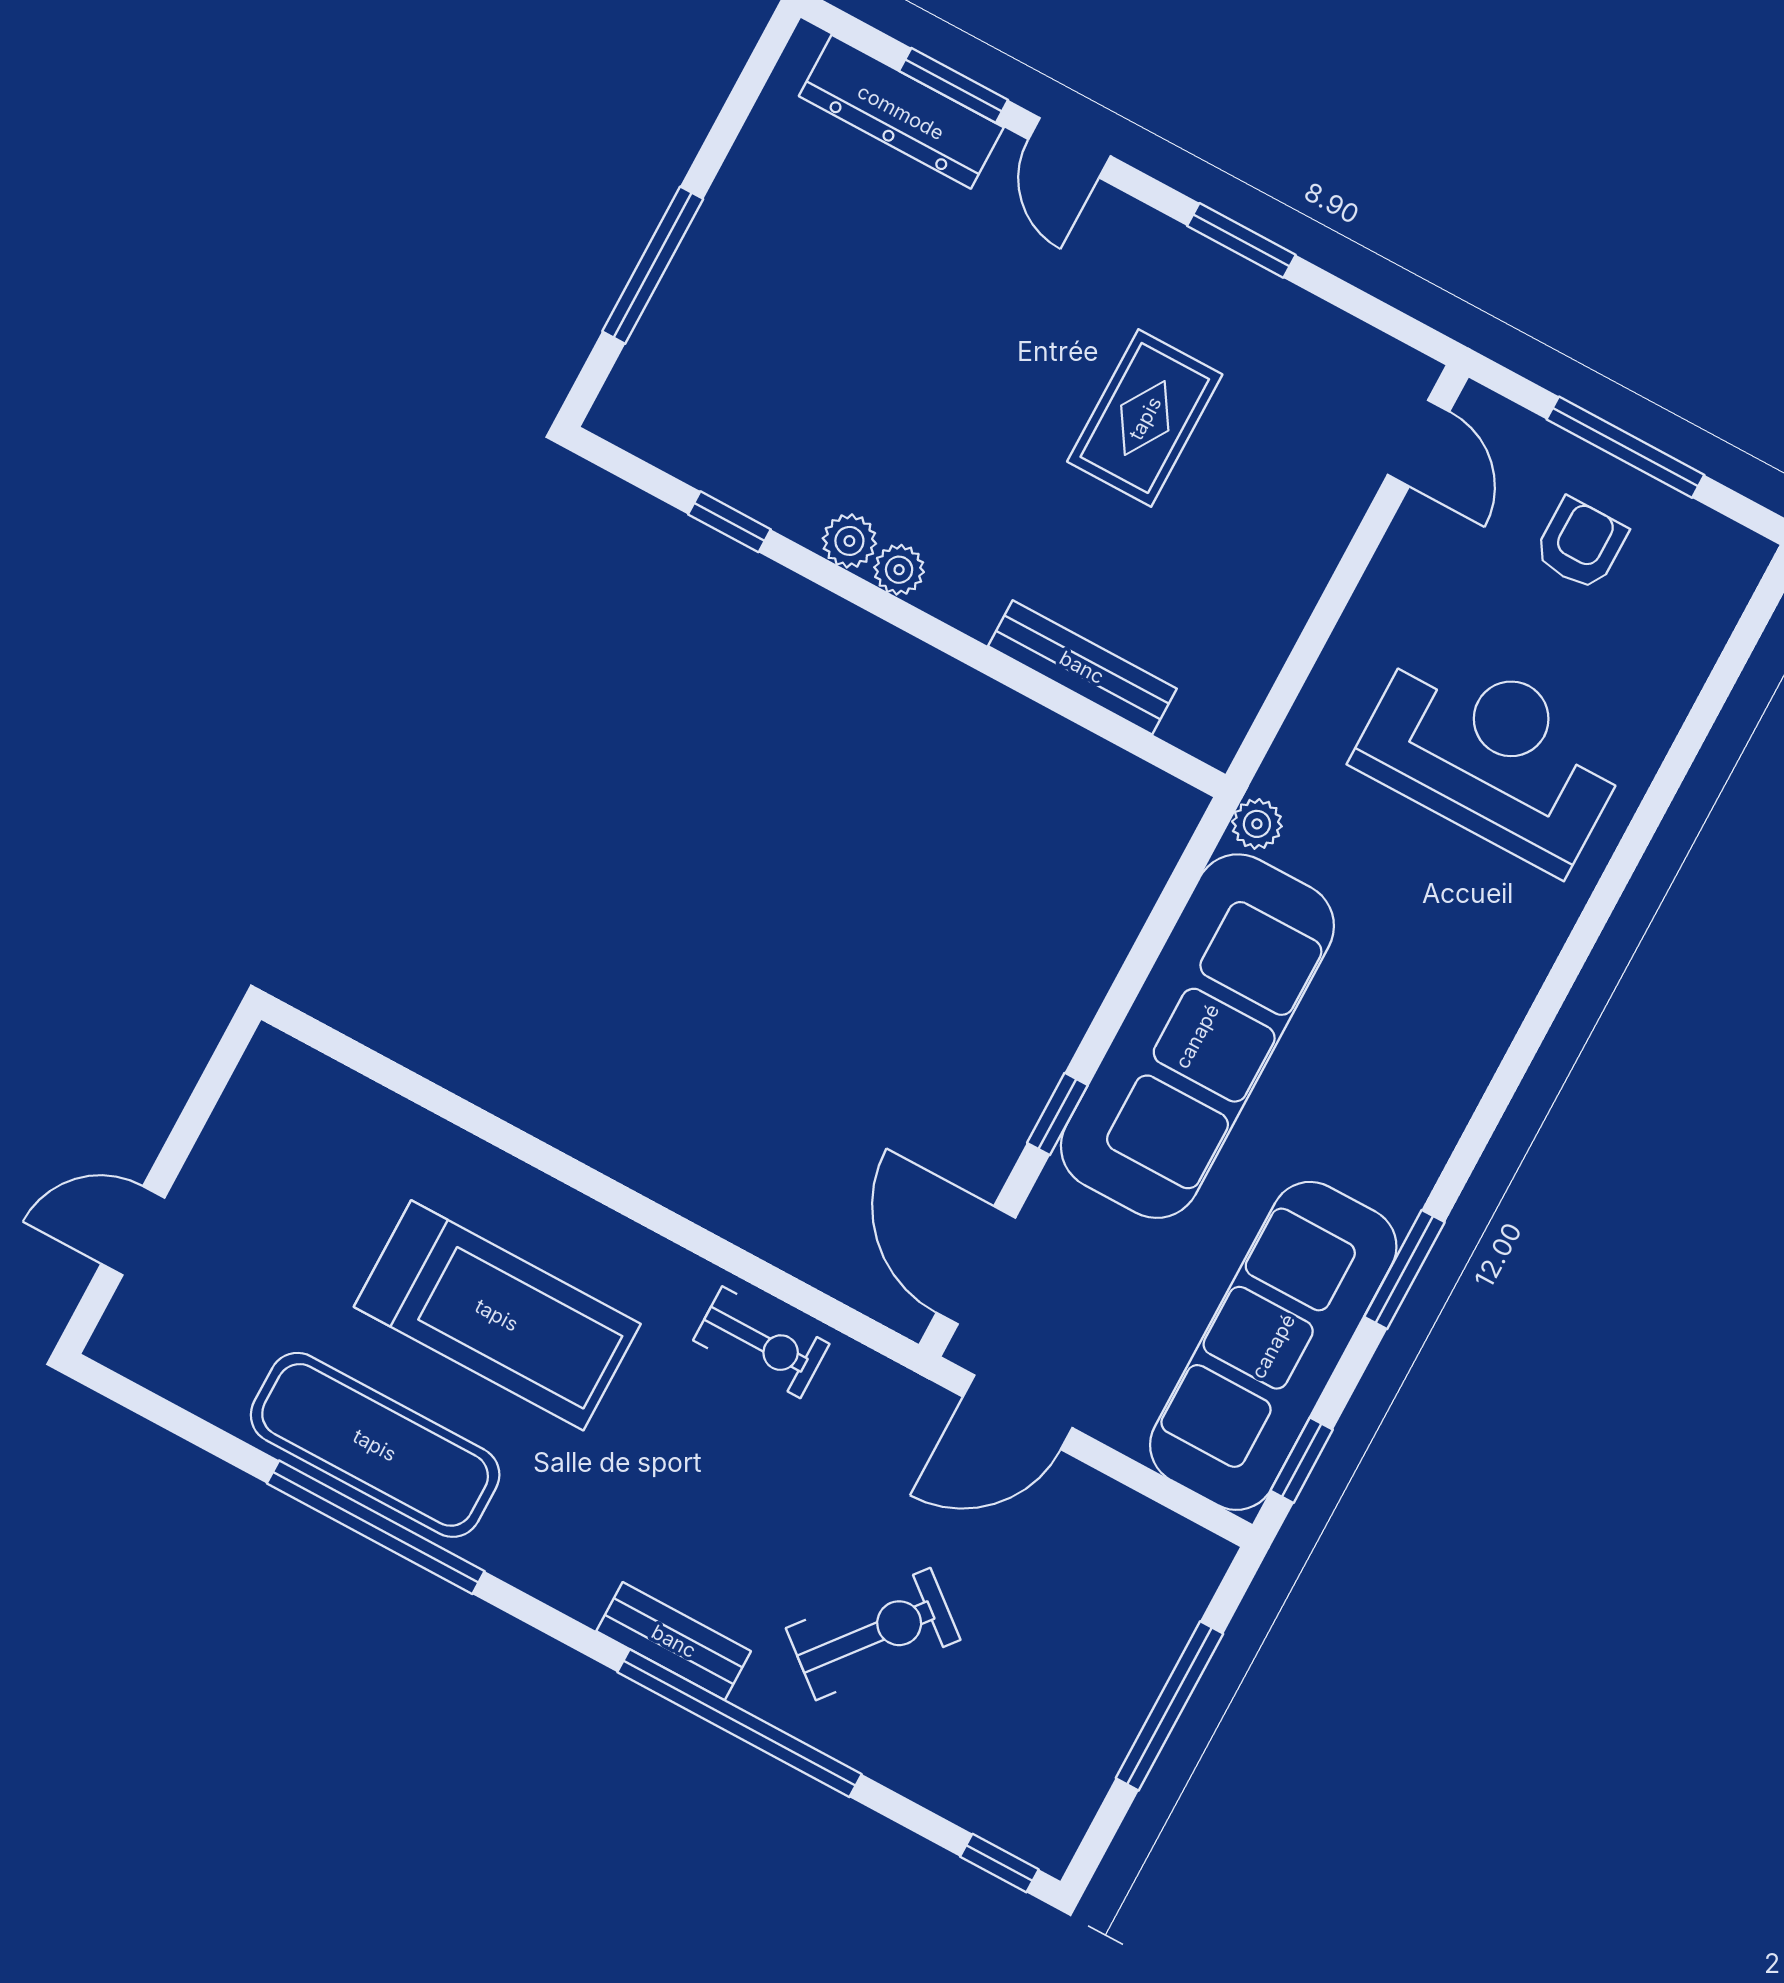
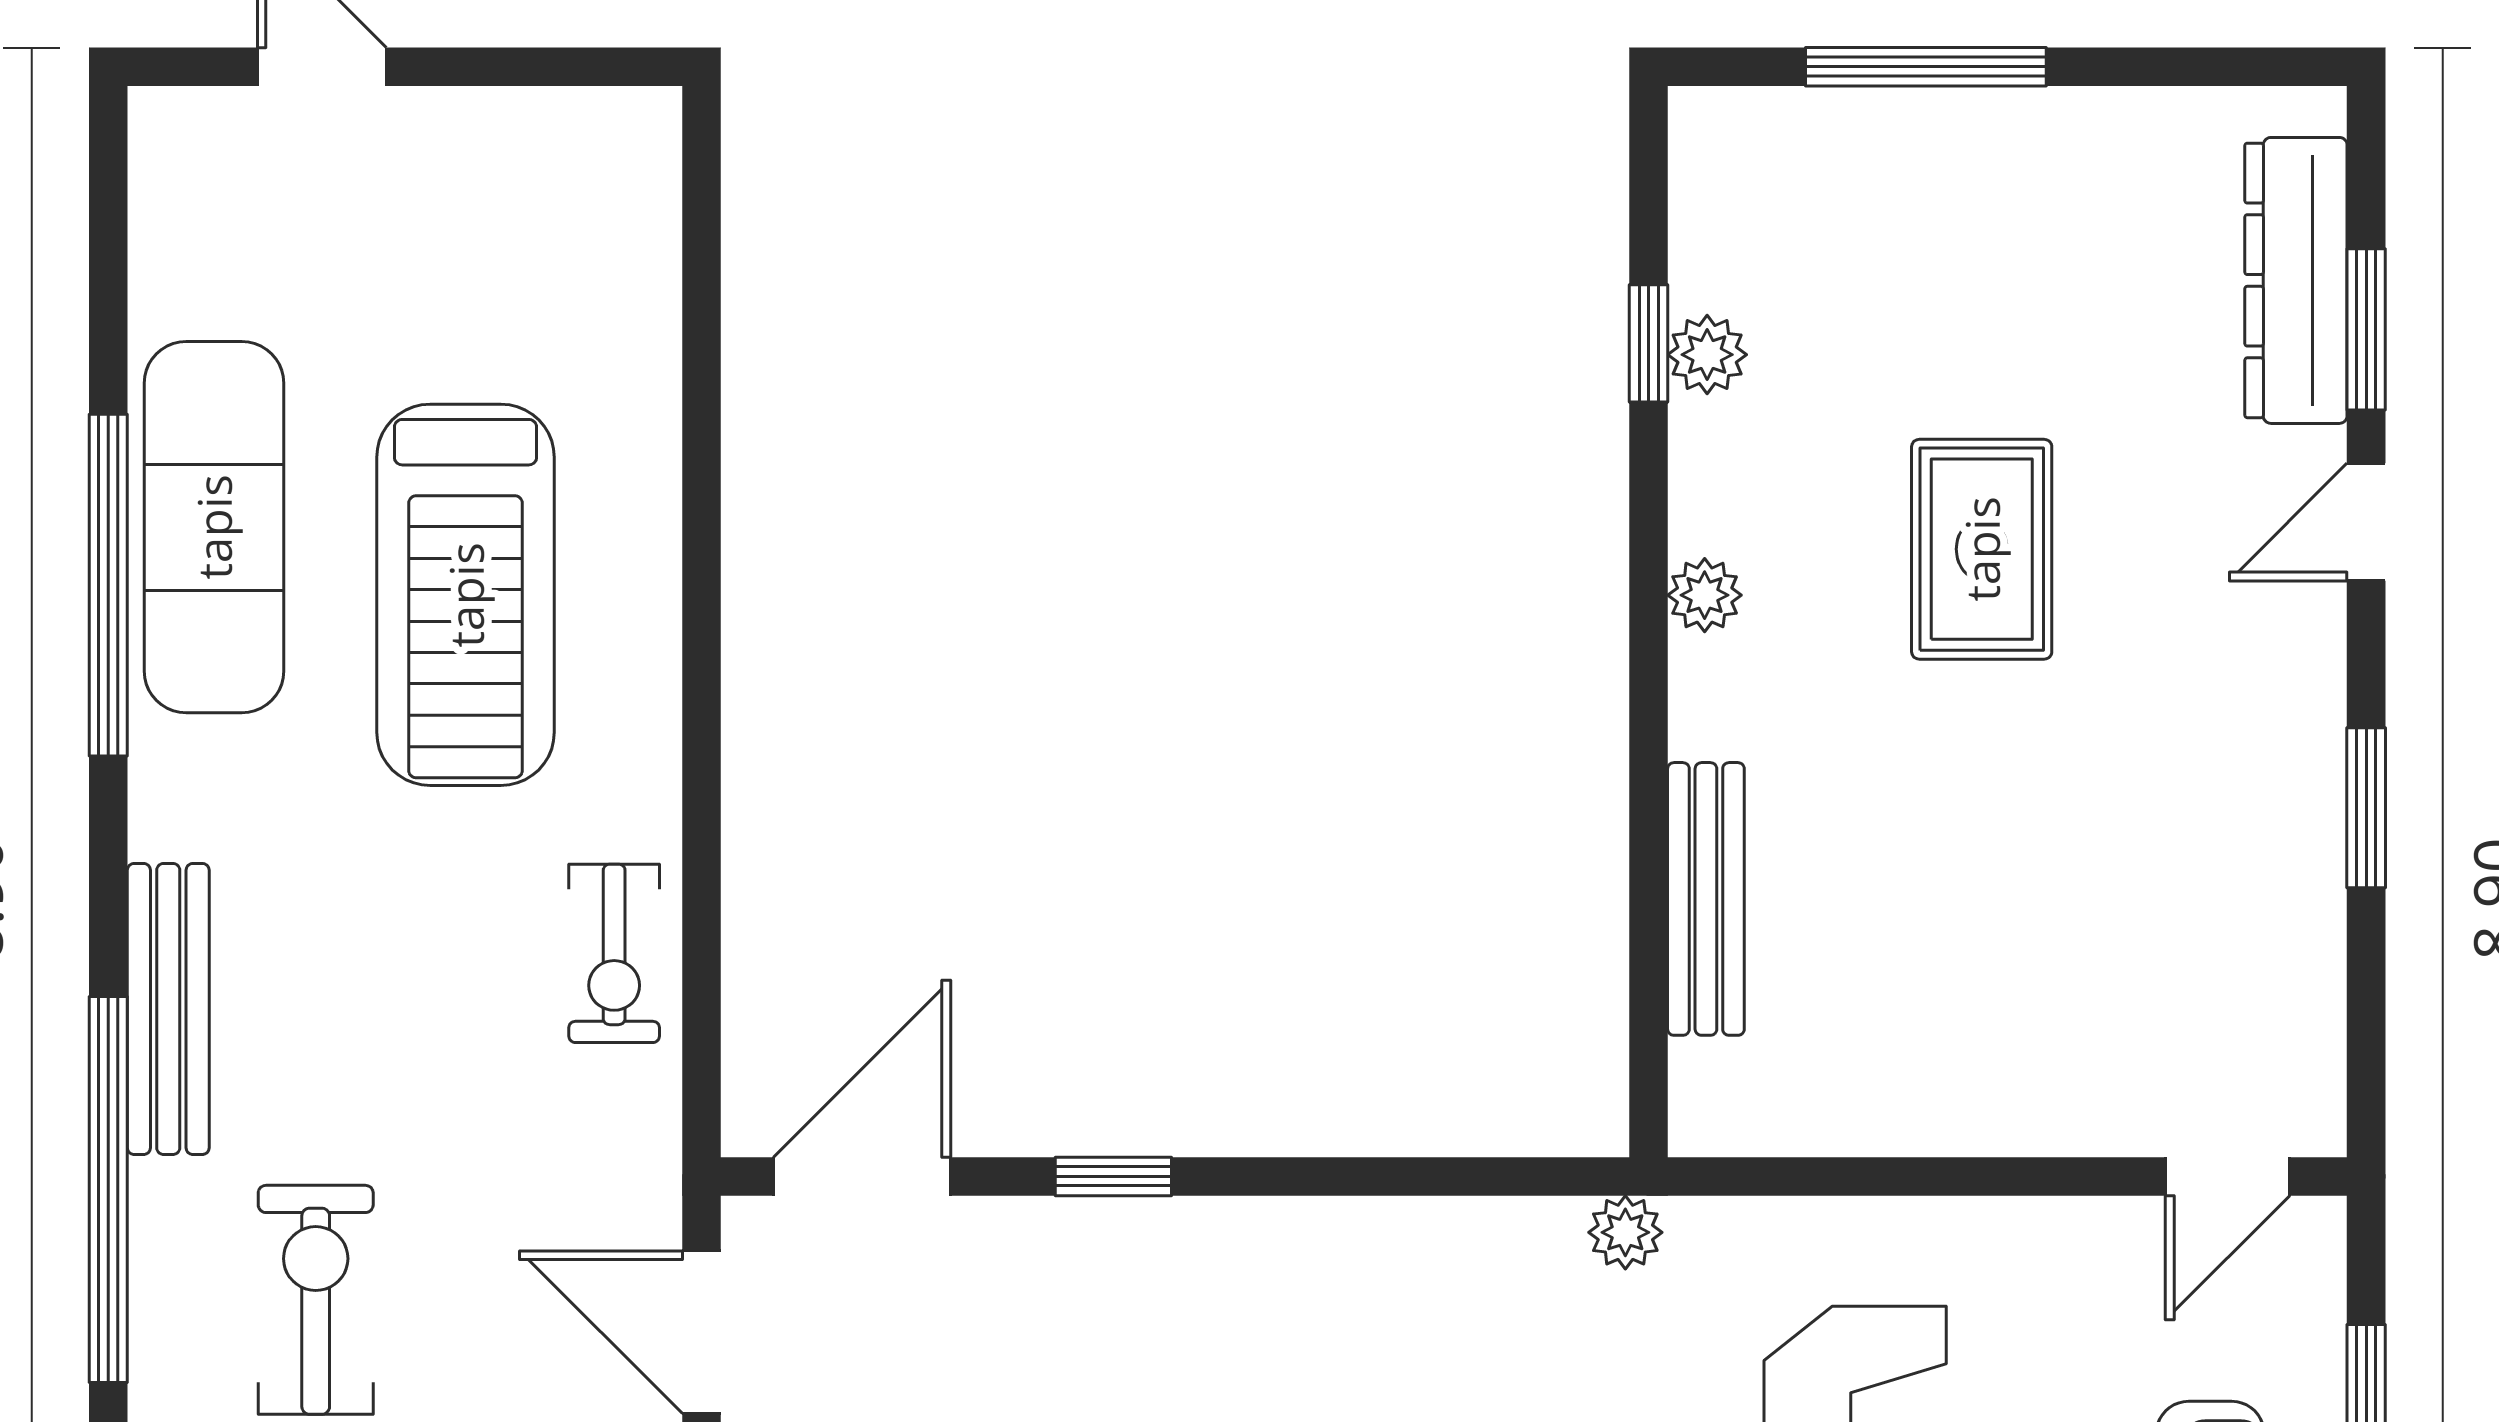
rug: (1145, 418) -> (1982, 549), moved, turned 90
plant: (849, 541) -> (1707, 355), moved
sofa: (1197, 1036) -> (1311, 1303), removed
exercise bike: (873, 1634) -> (316, 1300), turned -129
bench: (674, 1641) -> (168, 1009), width x1.36

